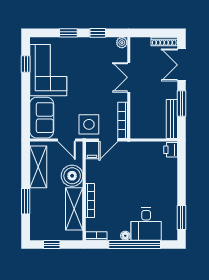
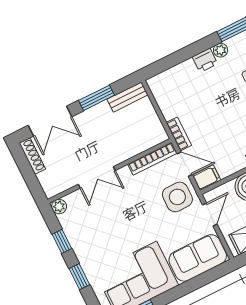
bench: (172, 119) -> (127, 97), width x0.73
bookcase: (130, 146) -> (179, 134), added
printer: (171, 150) -> (205, 60), moved
plant: (172, 202) -> (221, 50), added

